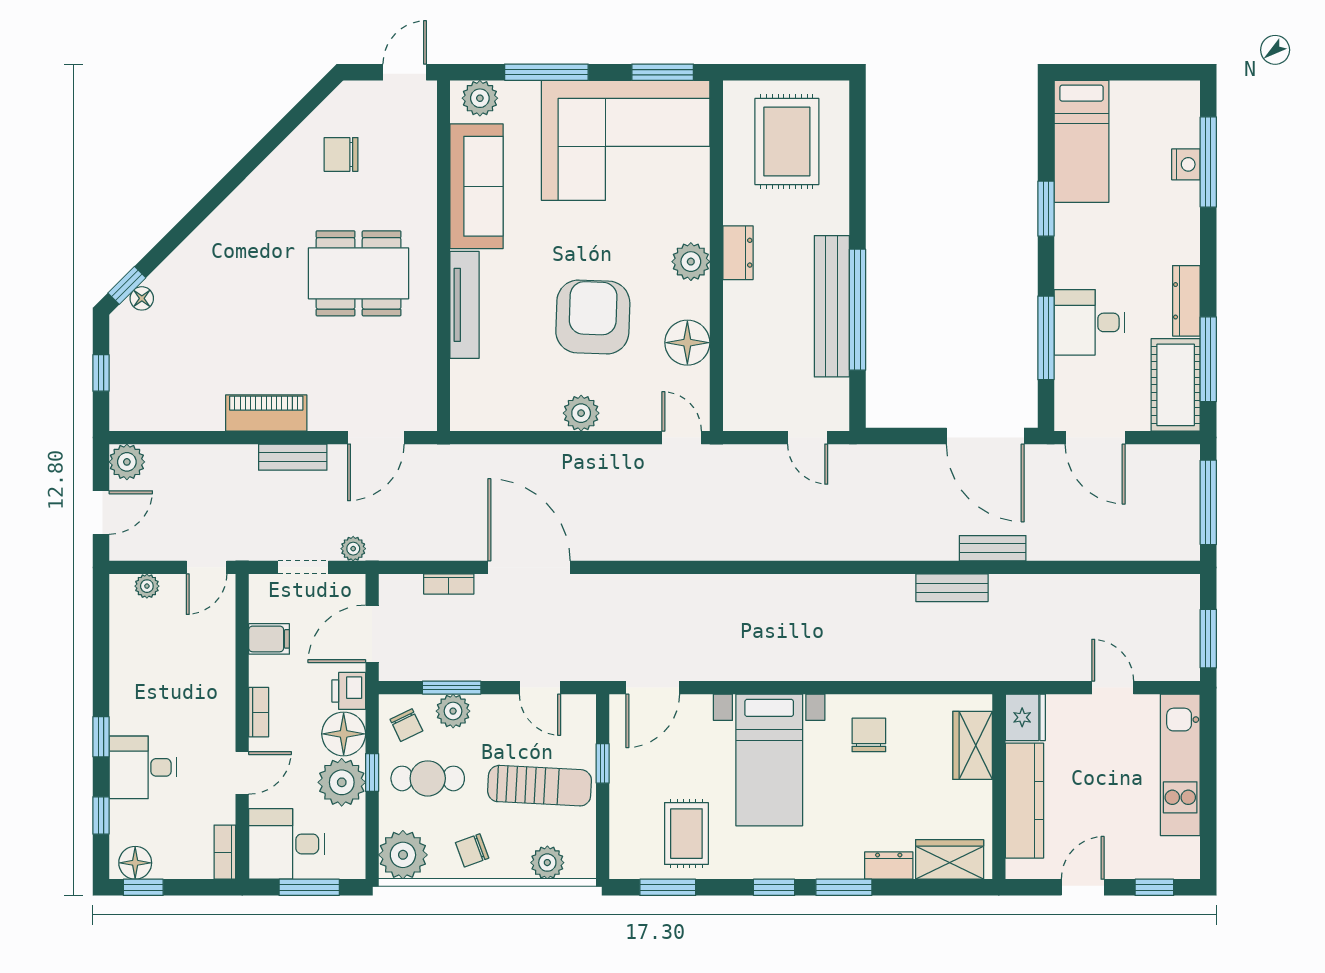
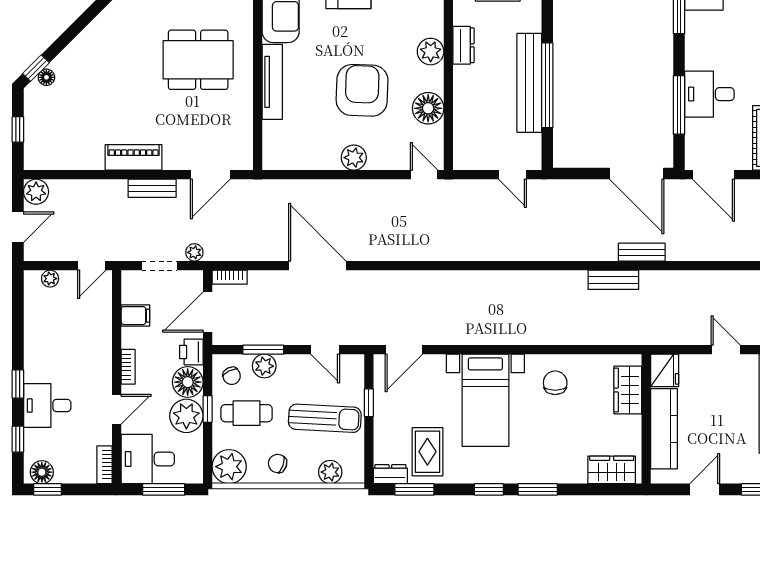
bookcase: (449, 584) -> (230, 277), moved
chair: (472, 850) -> (278, 463), turned 39
dresser: (889, 866) -> (390, 474), moved

